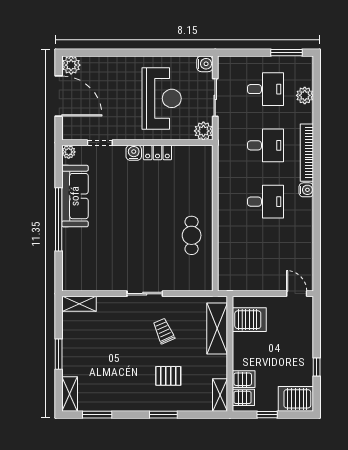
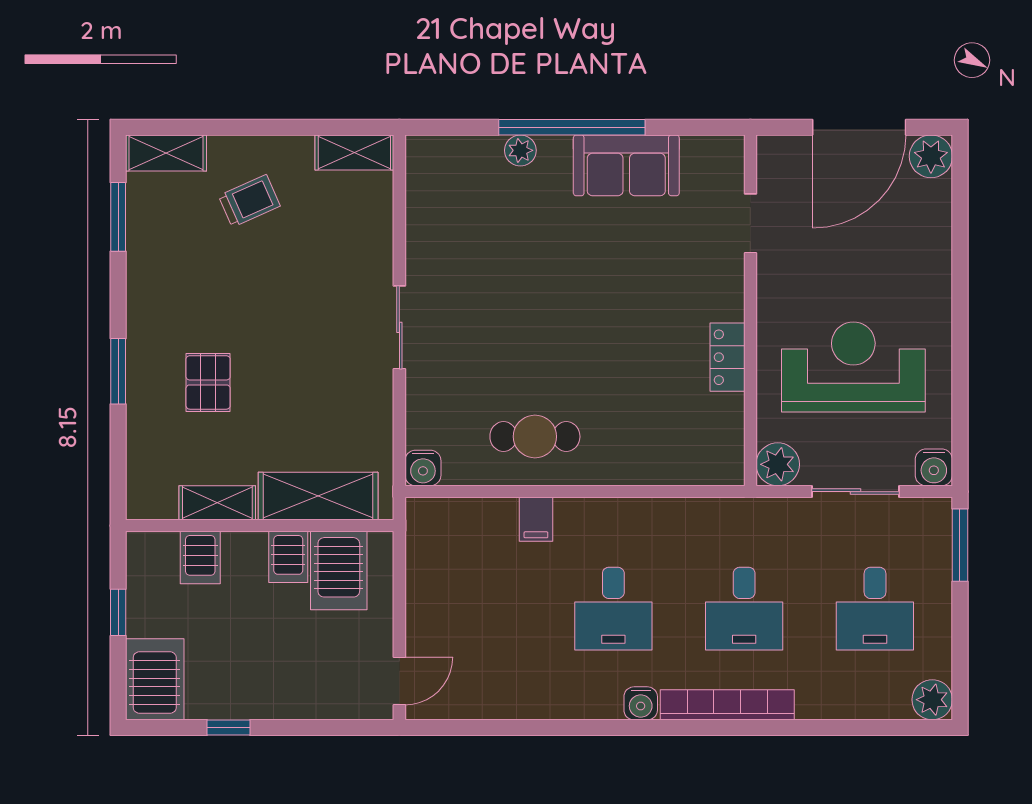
window: (286, 53) -> (960, 545), moved
plant: (305, 95) -> (932, 700), moved
reception desk: (162, 98) -> (853, 367), turned 180
plant: (69, 152) -> (520, 150), moved
water cooler: (134, 153) -> (423, 468), moved, turned 90
sofa: (75, 196) -> (626, 165), width x0.73
filing cabinet: (227, 235) -> (536, 519), added
shelving: (79, 304) -> (354, 153), moved, turned 90
trolley: (164, 331) -> (249, 201), moved
window: (59, 354) -> (259, 127), removed
shelving: (220, 395) -> (217, 503), moved
server rack: (243, 397) -> (288, 557), moved

